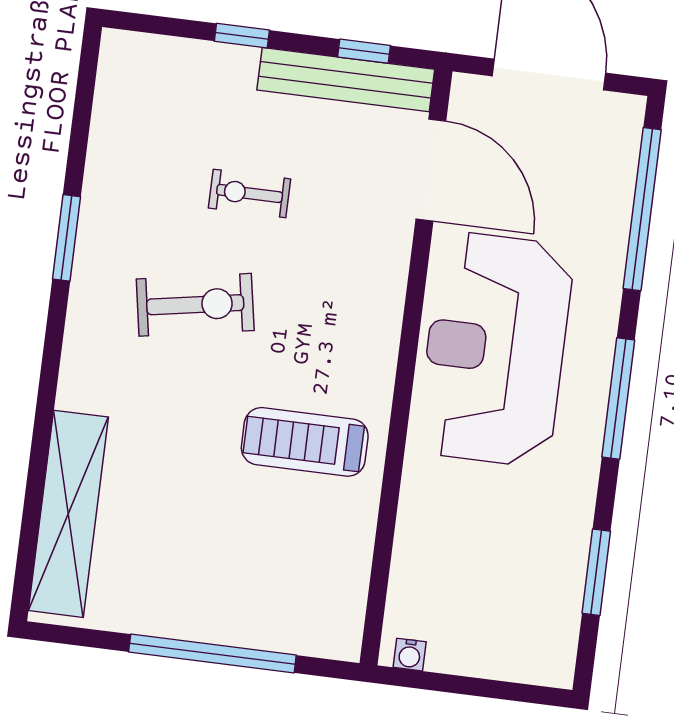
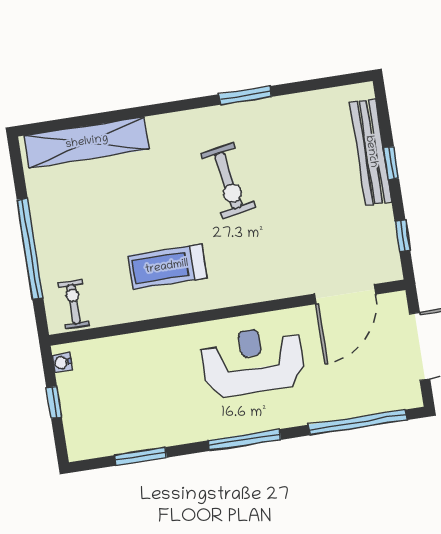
bench: (346, 80) -> (371, 152), moved
exercise bike: (250, 193) -> (74, 304), moved
reception desk: (495, 349) -> (253, 361), width x0.74, depth x0.77
treadmill: (305, 442) -> (167, 267), turned -90
window: (469, 686) -> (54, 402), added

